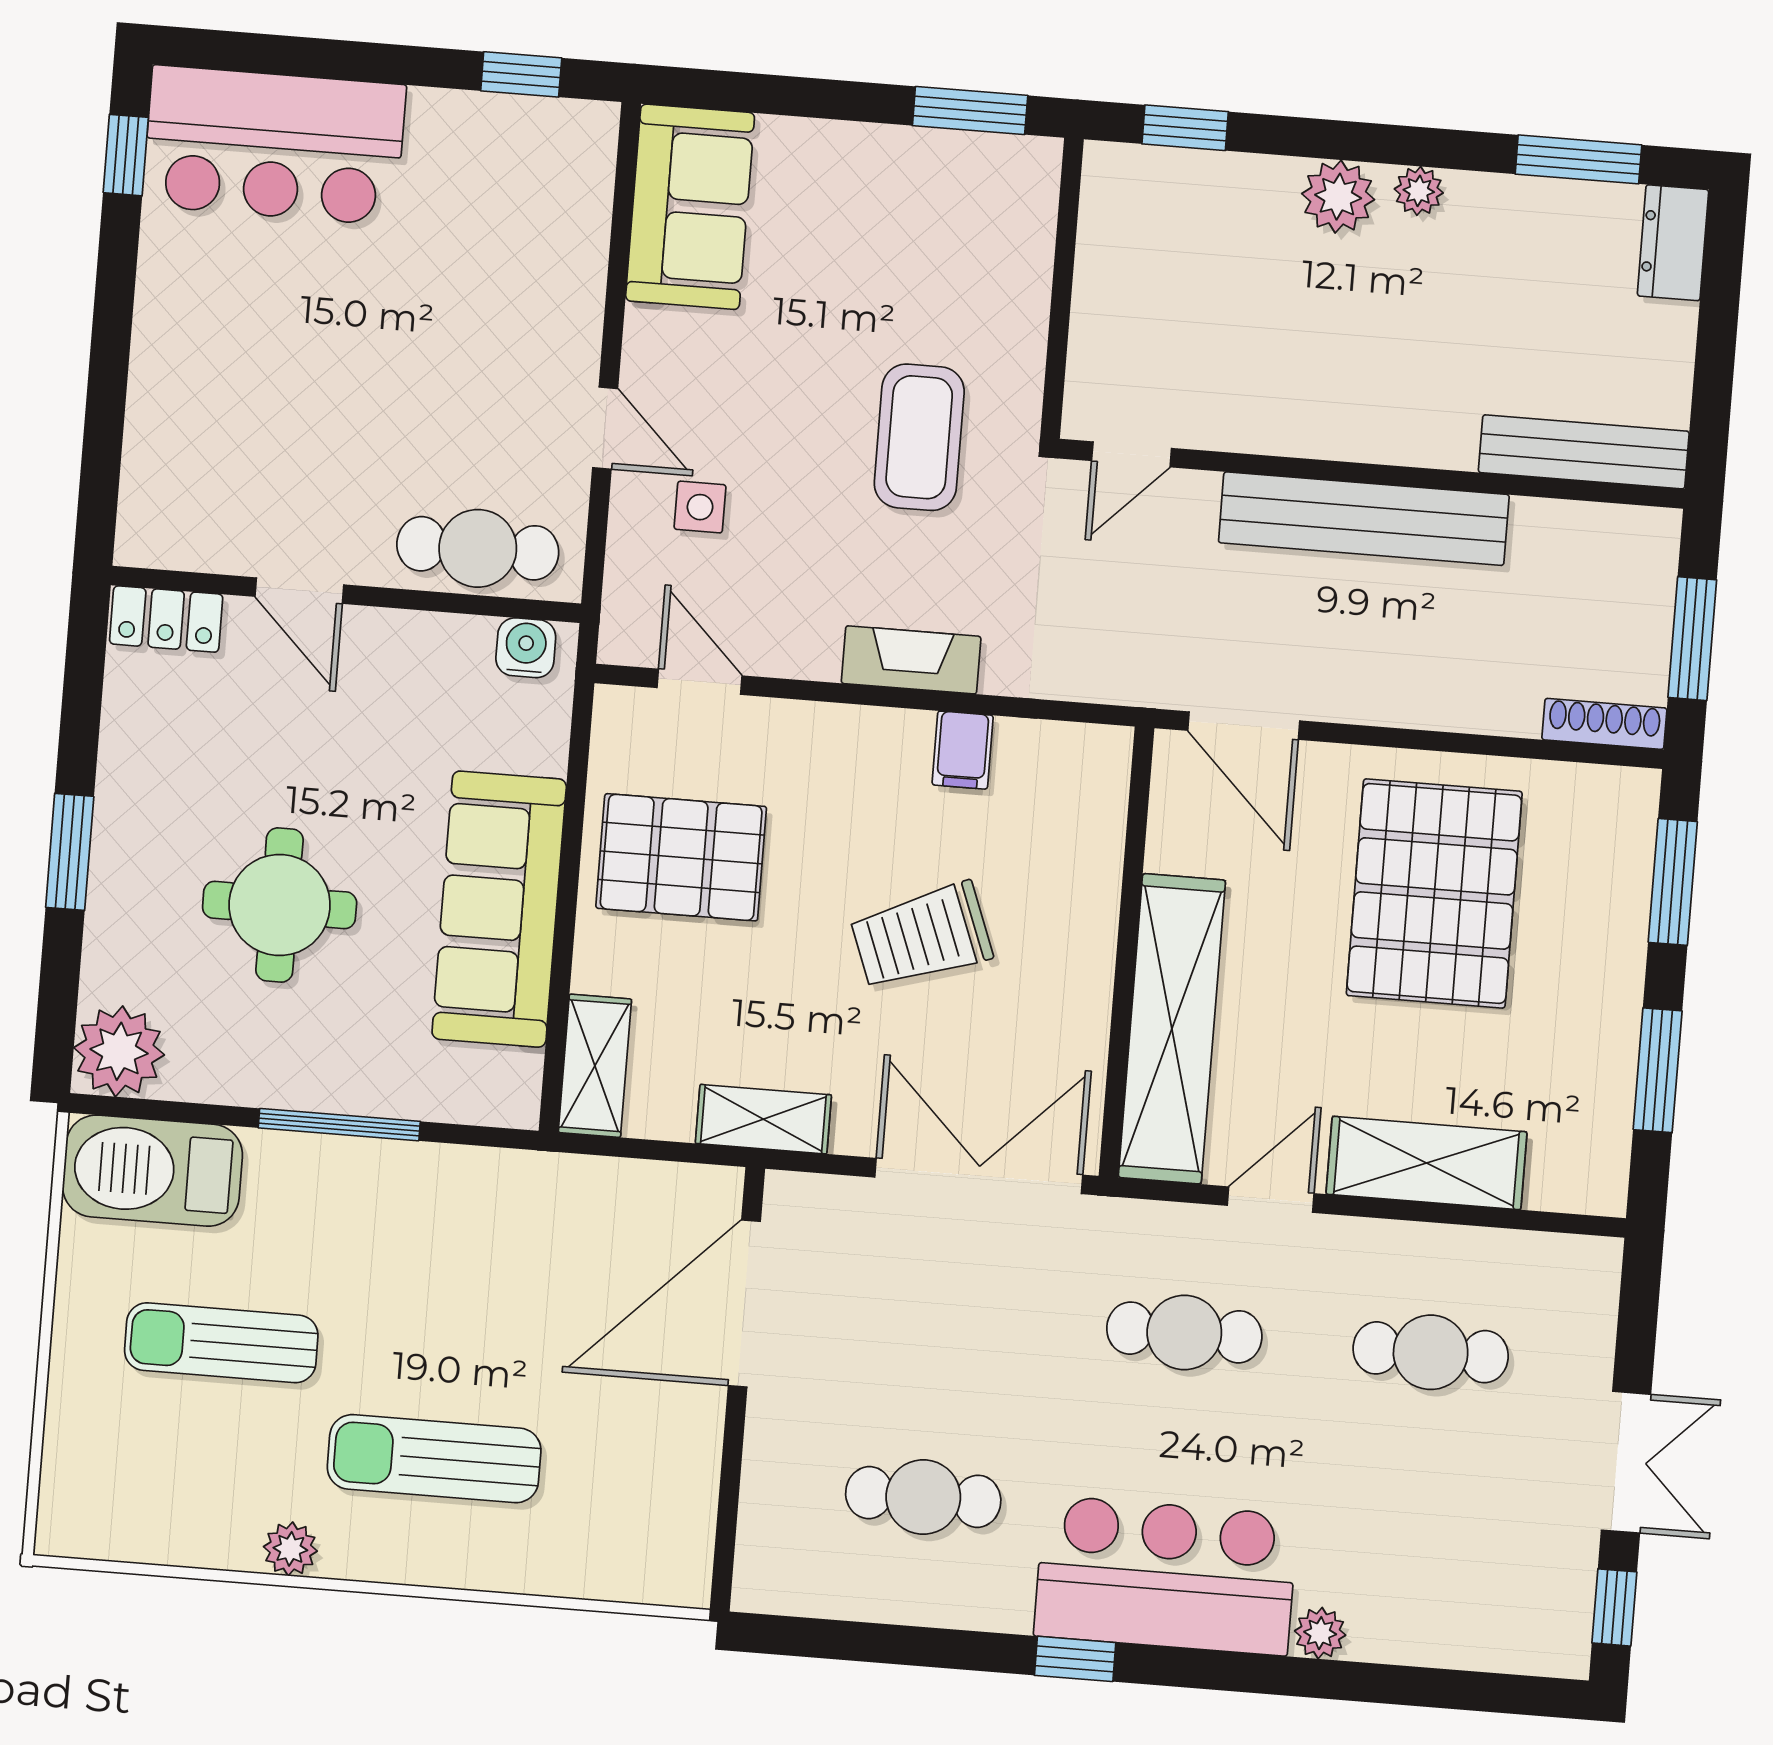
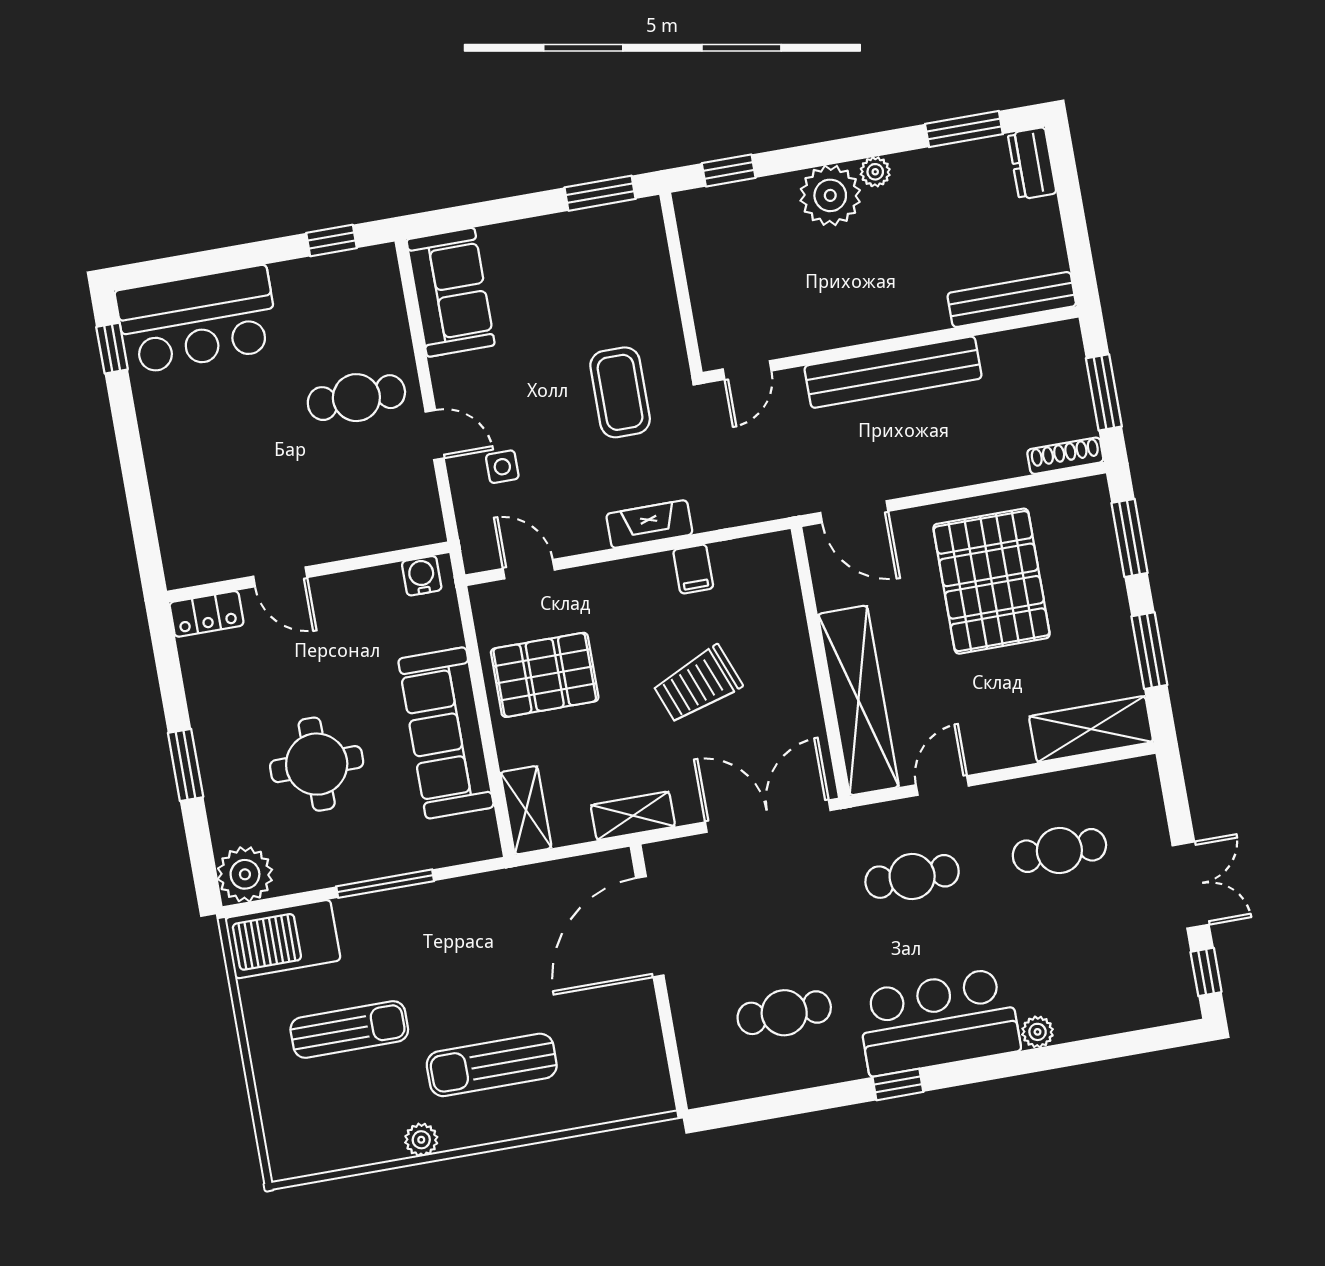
plant: (1338, 197) -> (830, 195), width x1.36, depth x1.36
cafe table: (478, 548) -> (356, 398), moved
shelving: (1427, 1163) -> (1091, 729), moved
sun lounger: (221, 1343) -> (349, 1030), turned 180

